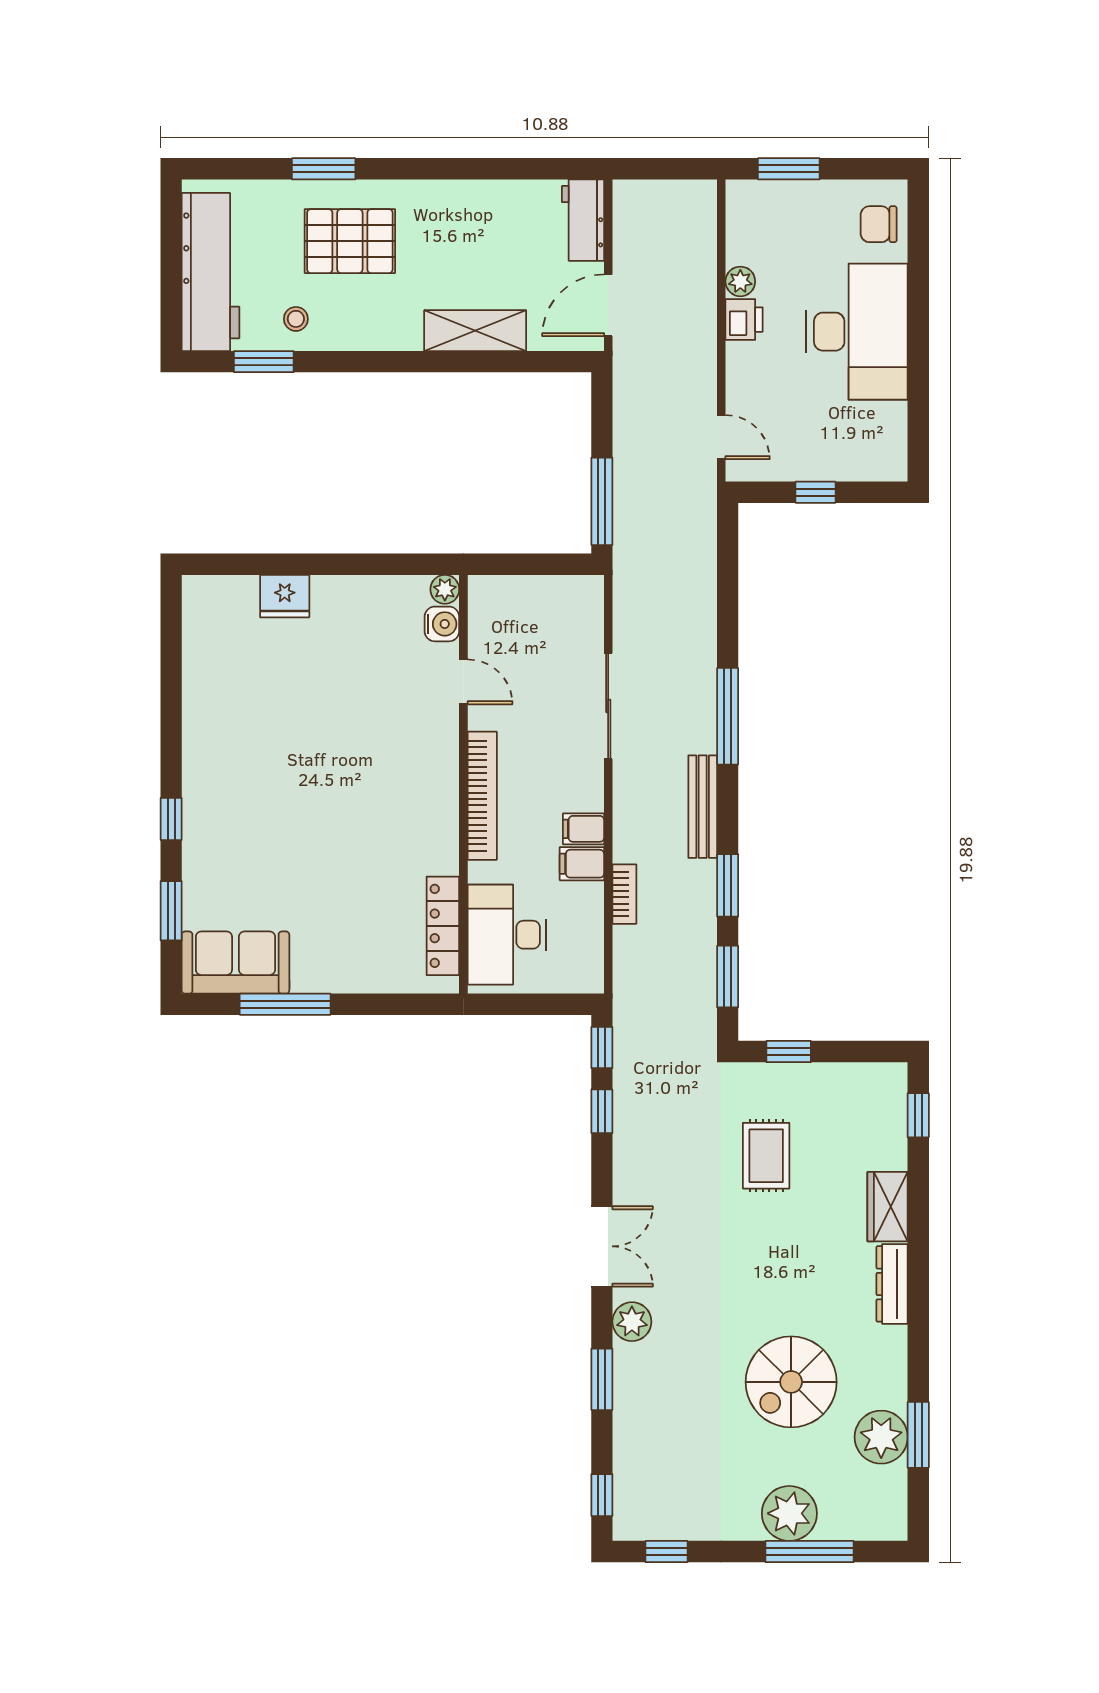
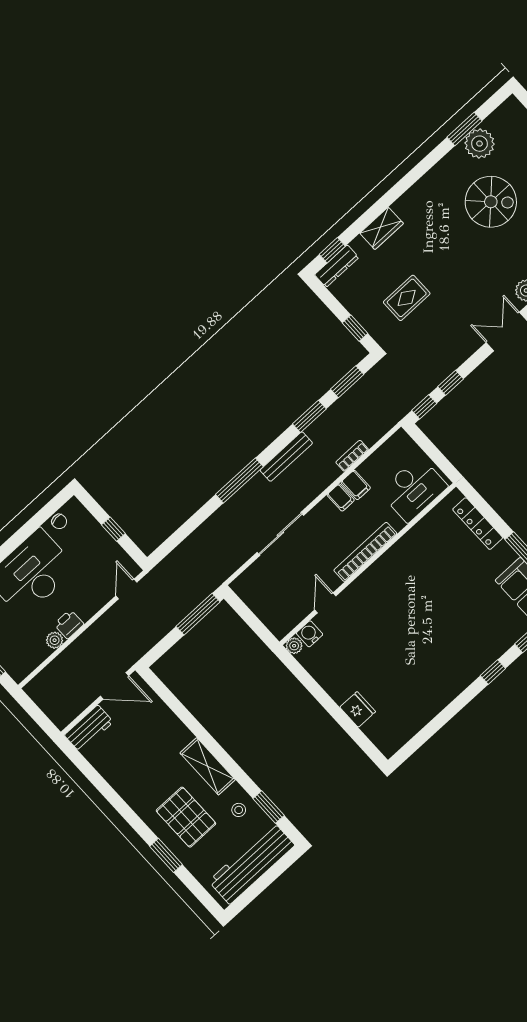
shelving: (475, 331) -> (208, 766), moved
chair: (891, 430) -> (59, 521), added
locker: (443, 926) -> (478, 524), moved, turned 90
dresser: (892, 1284) -> (337, 266), moved

